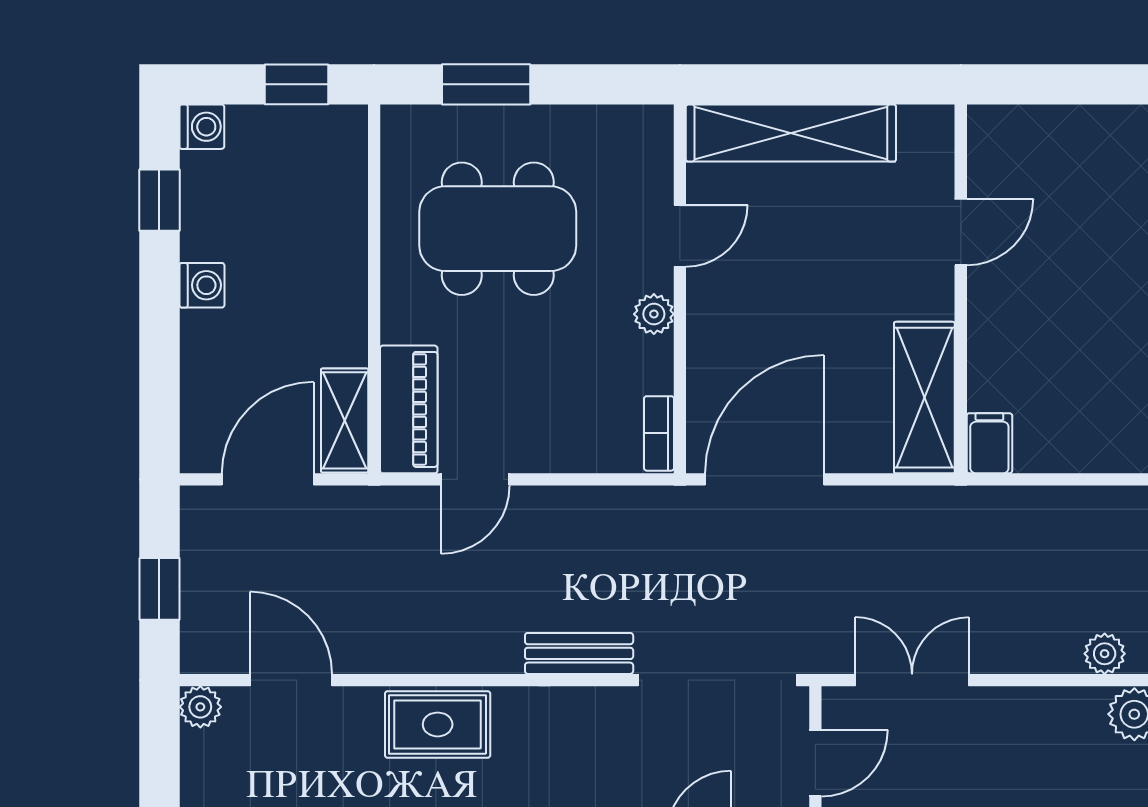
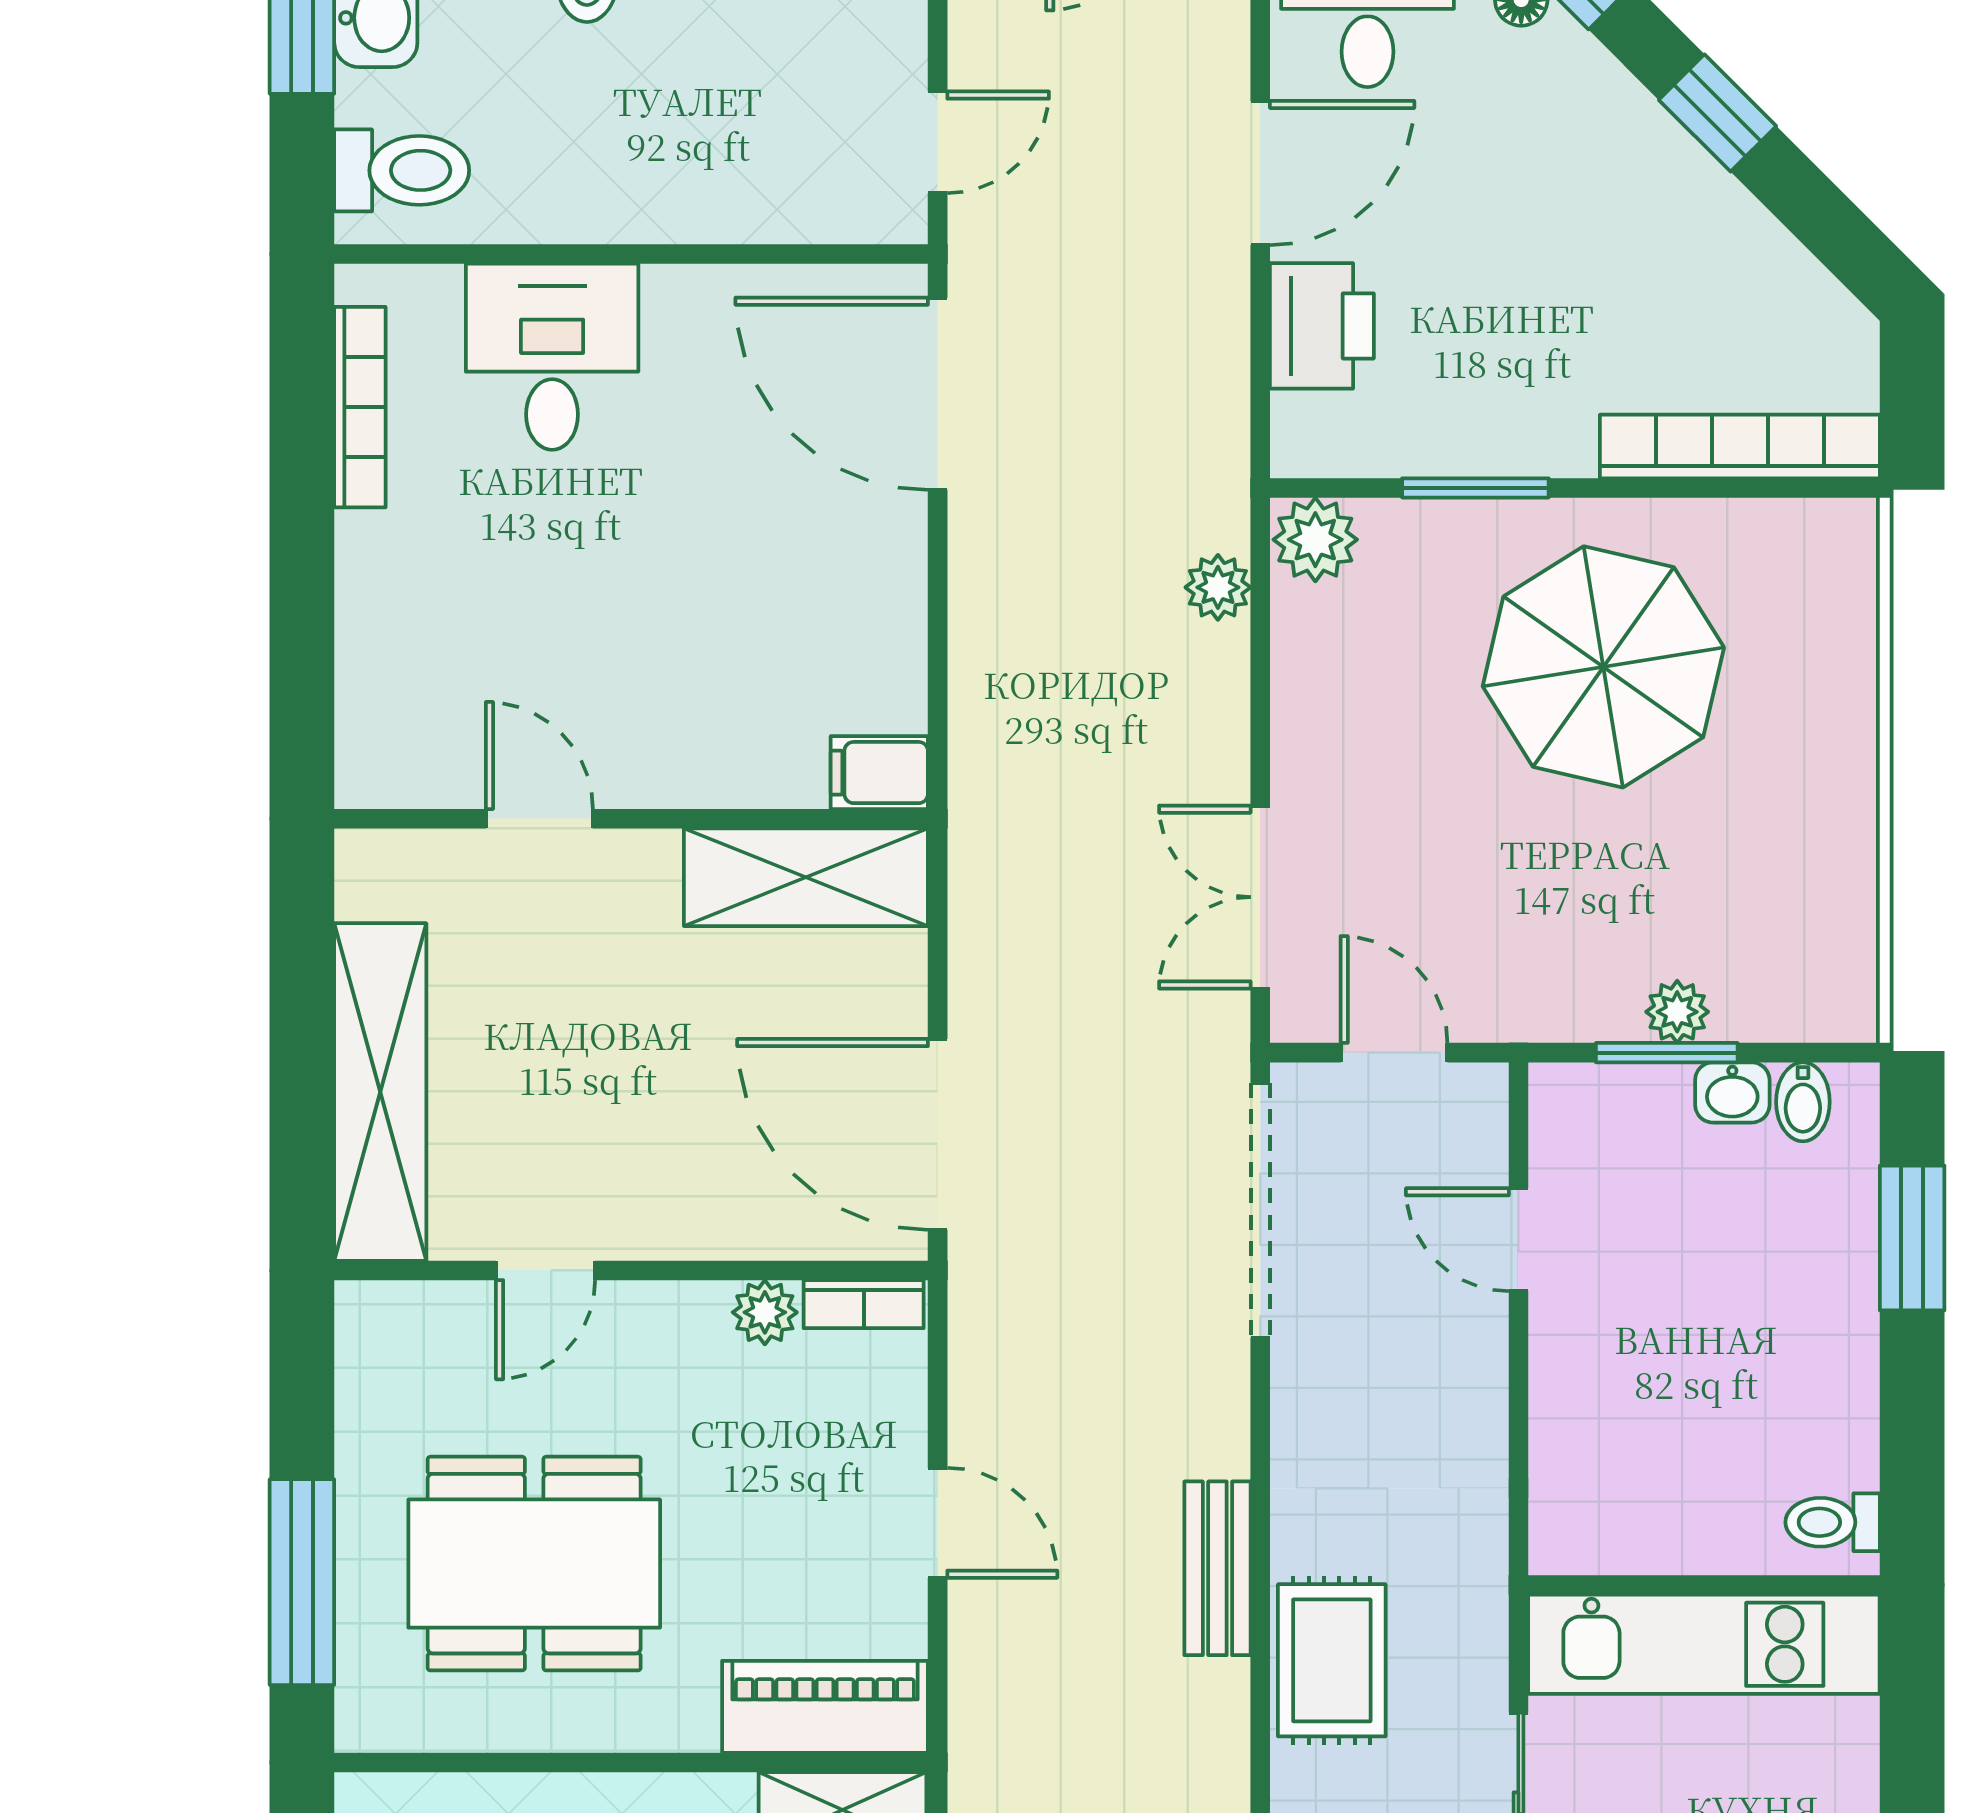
window: (486, 84) -> (302, 1582), width x1.44
dining table: (498, 229) -> (534, 1564), turned 90
door: (680, 236) -> (546, 1270), swing flipped
plant: (654, 314) -> (765, 1312), moved
door: (475, 479) -> (938, 1523), moved
bench: (579, 653) -> (1217, 1568), moved

